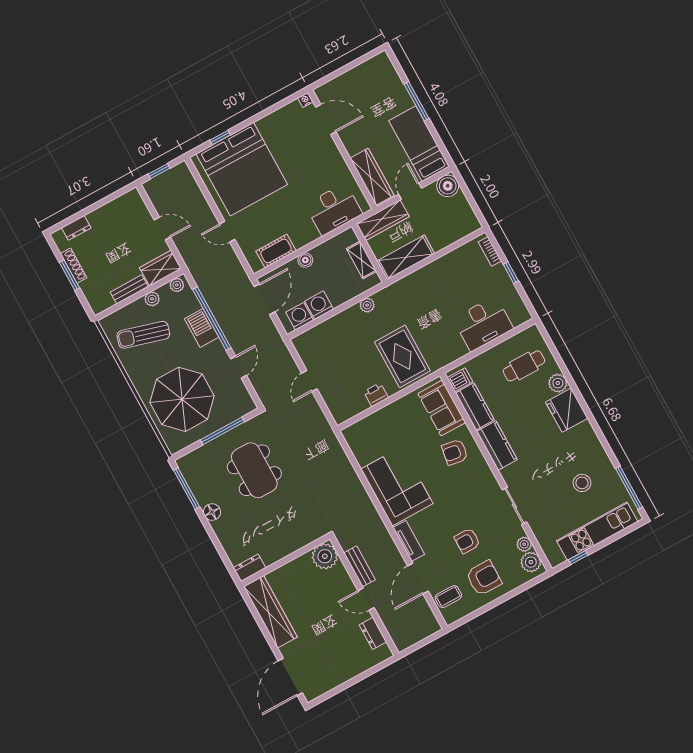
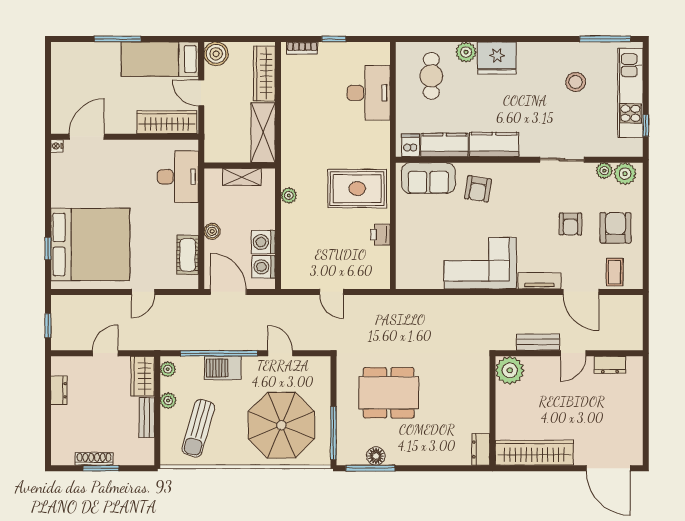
wardrobe: (383, 220) -> (264, 73), moved, turned 180
dresser: (76, 228) -> (59, 390), moved
window: (223, 431) -> (333, 433), moved
floor lamp: (212, 512) -> (376, 456), moved

